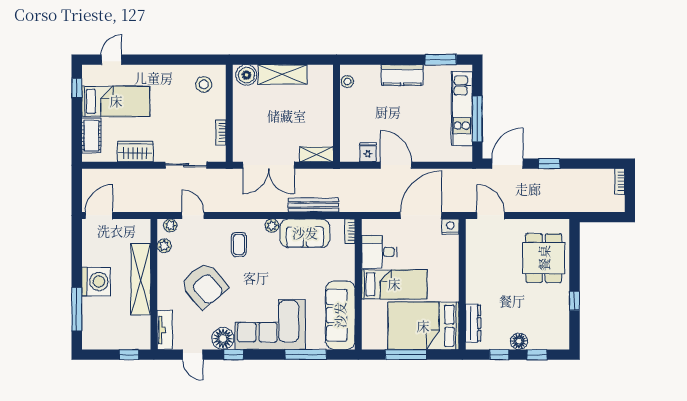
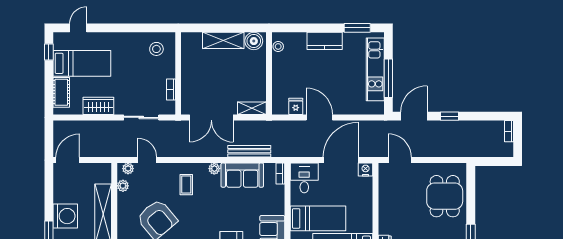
boiler: (246, 75) -> (254, 41), moved
desk: (379, 252) -> (304, 178), moved, turned 90

